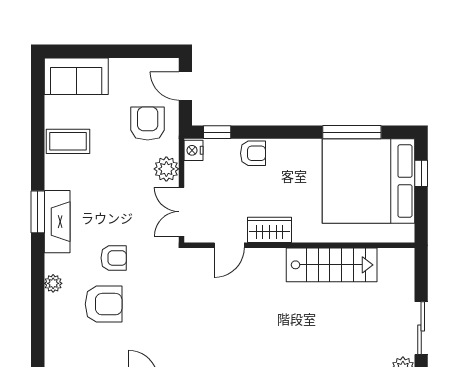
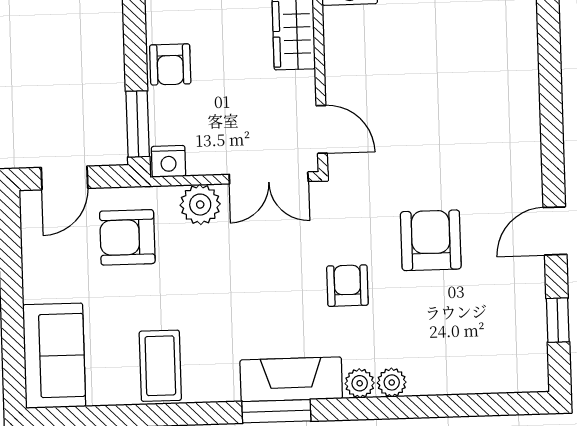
window: (217, 132) -> (138, 124), width x1.50
armchair: (253, 153) -> (170, 64), turned 180
door: (229, 245) -> (322, 129), moved
plant: (53, 264) -> (360, 383), added
armchair: (104, 304) -> (431, 240), moved

